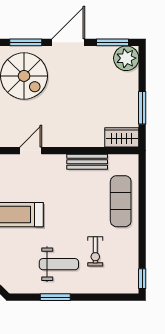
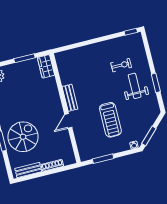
door: (31, 151) -> (68, 121), hinge flipped
bench: (87, 162) -> (70, 98), moved
exercise mat: (121, 201) -> (86, 57), removed

